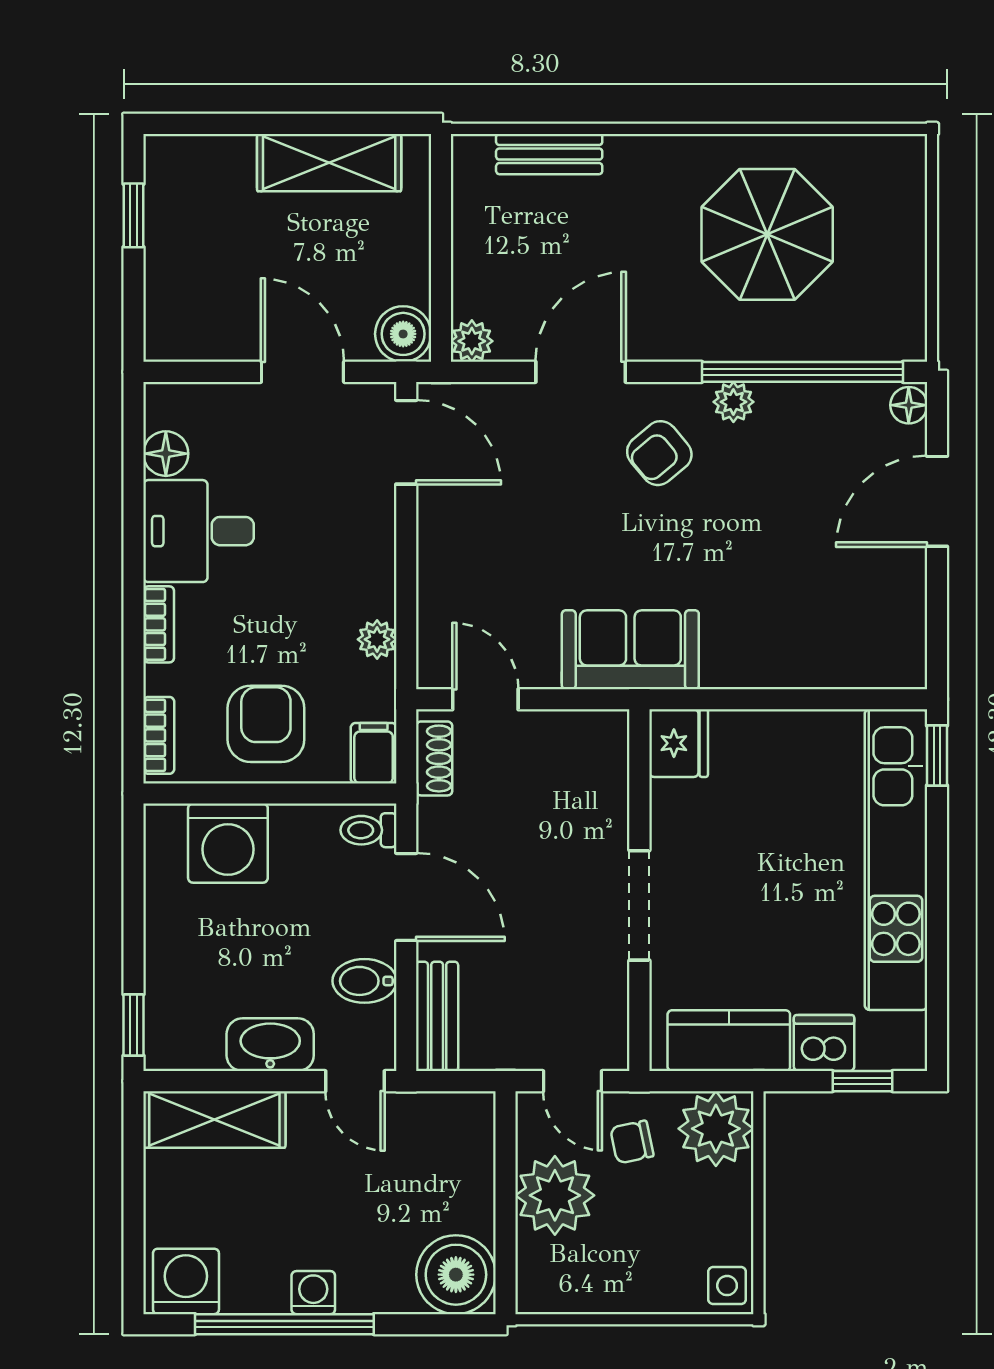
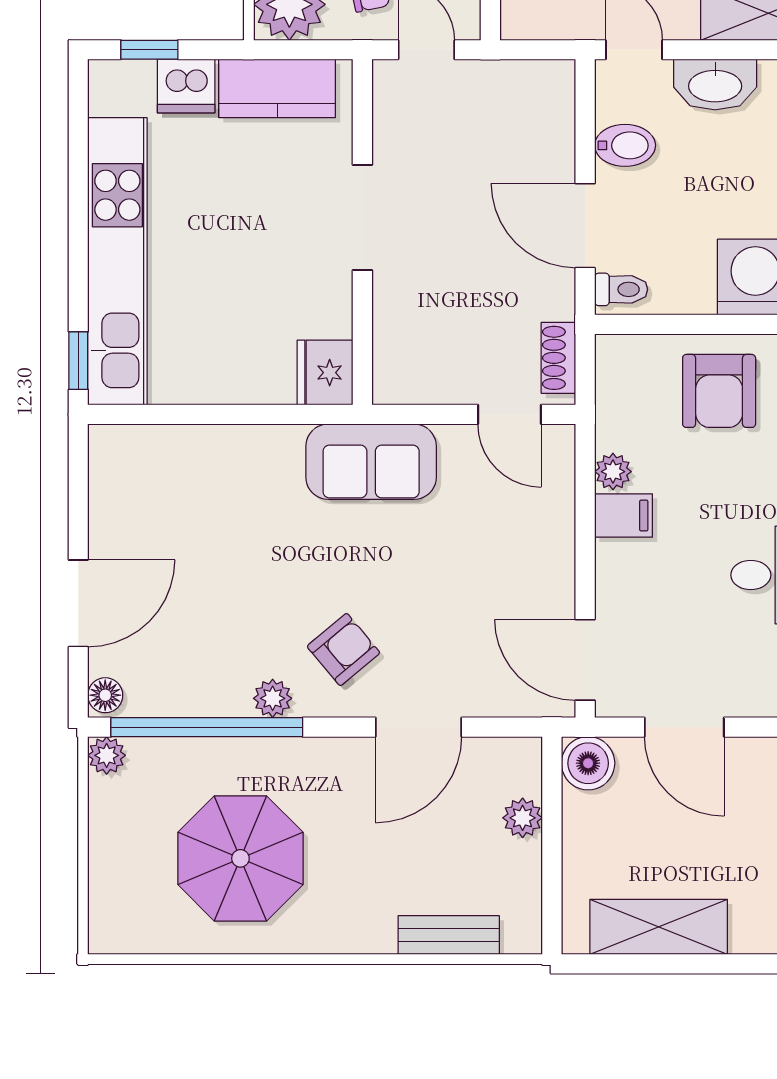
plant: (472, 341) -> (523, 818), moved
plant: (907, 342) -> (107, 755), added
filing cabinet: (374, 753) -> (624, 515), moved, turned -90
bench: (437, 1016) -> (556, 112), removed

